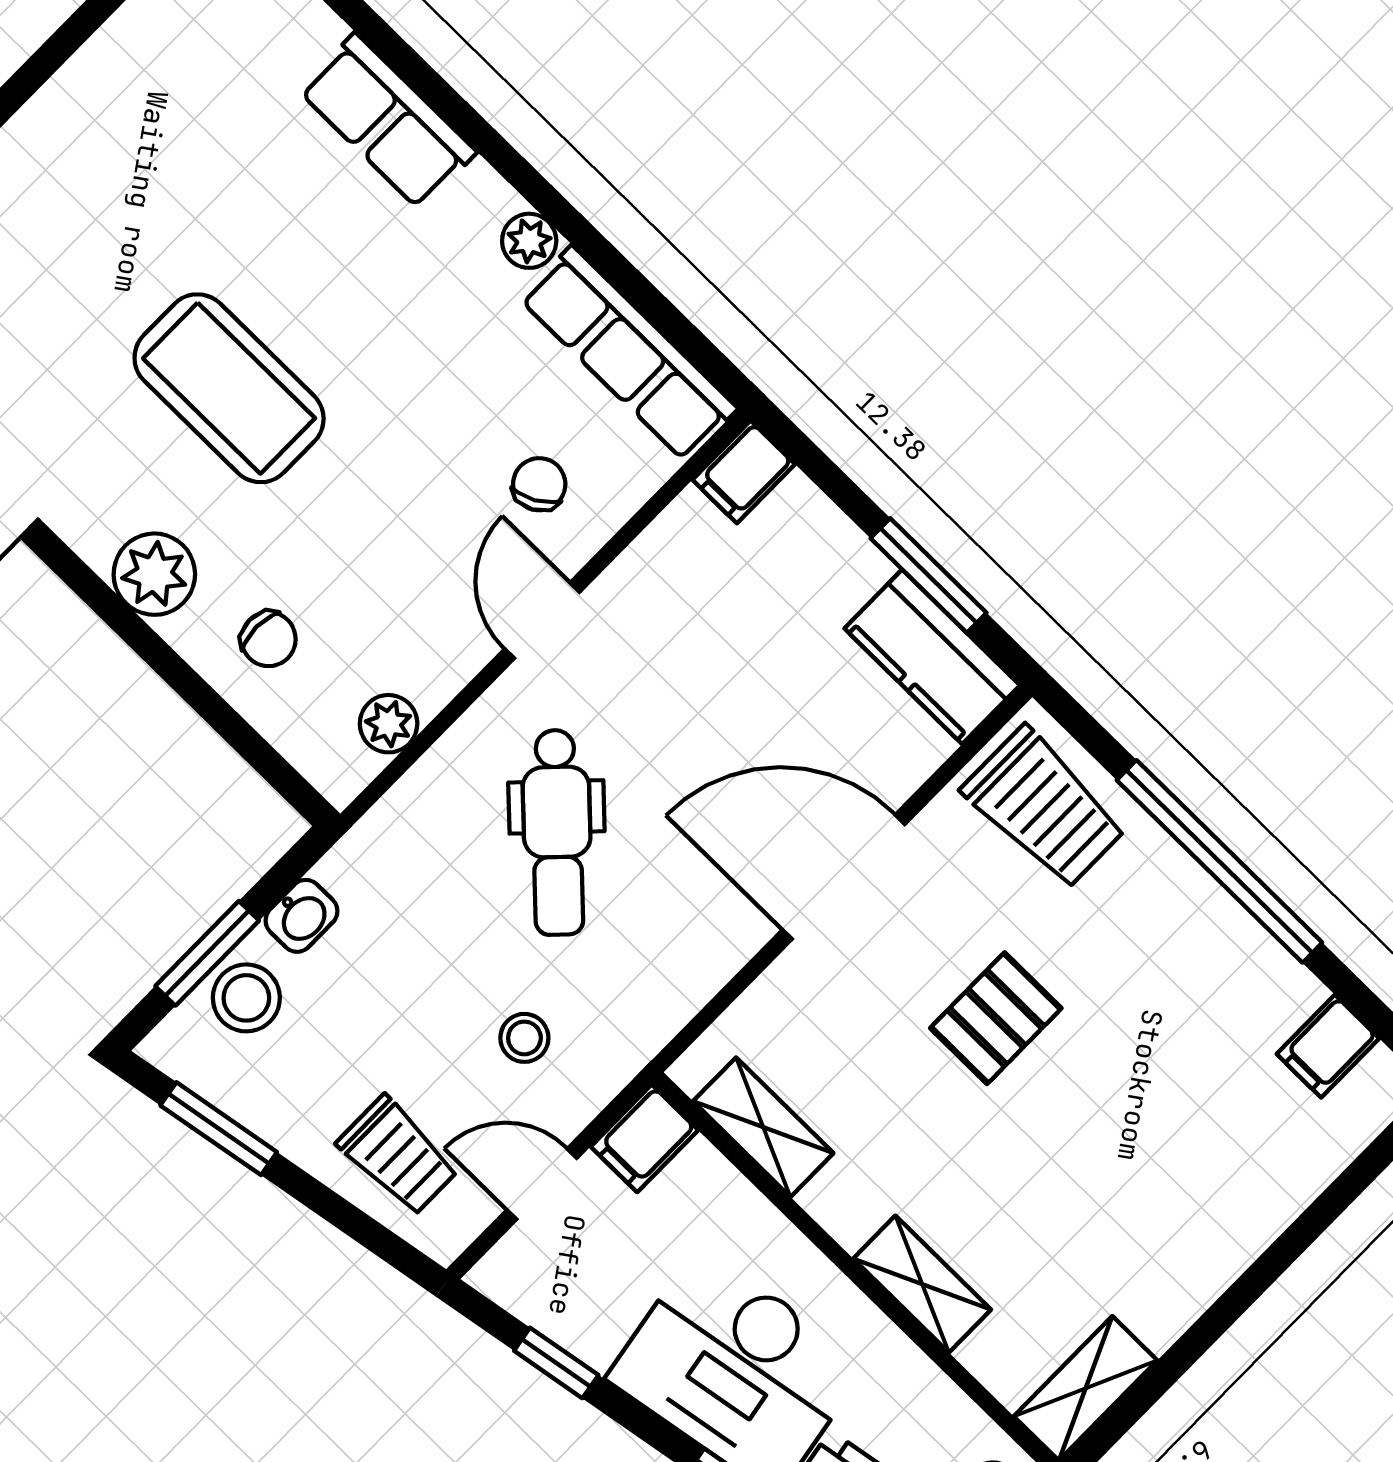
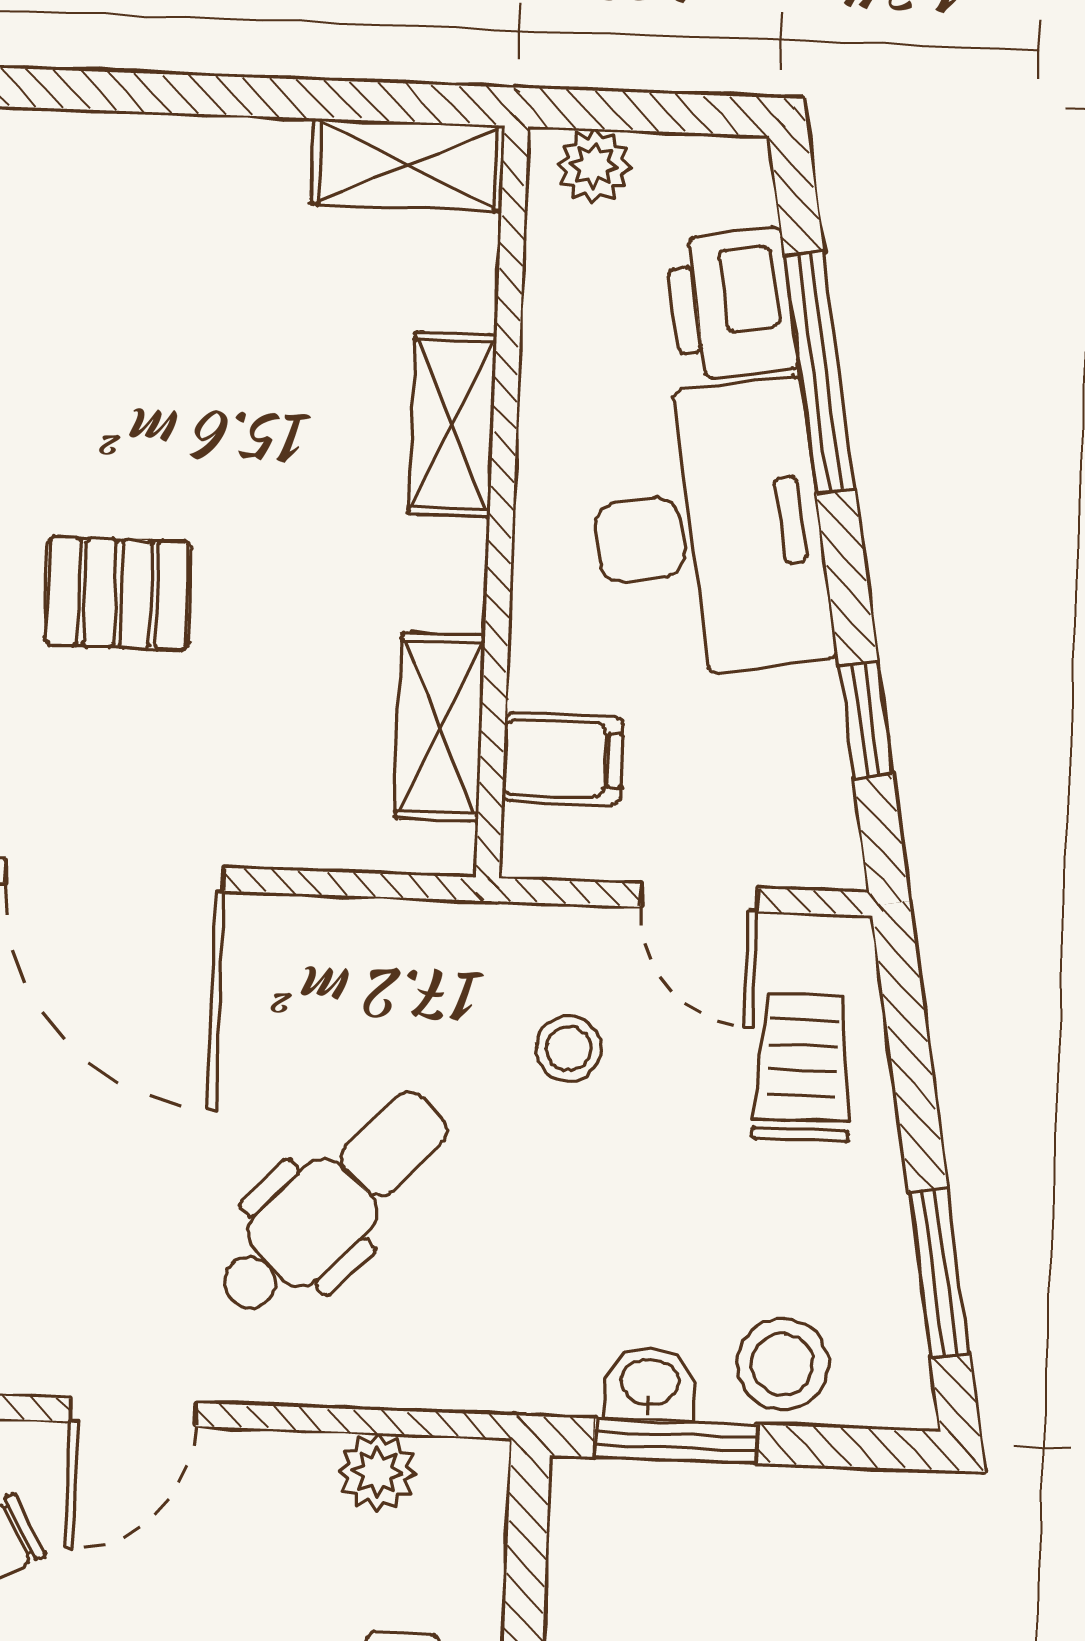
window: (207, 953) -> (676, 1441), moved
filing cabinet: (644, 1138) -> (563, 759), moved

